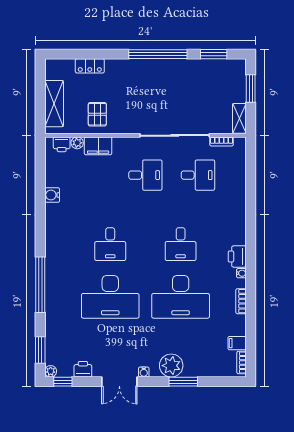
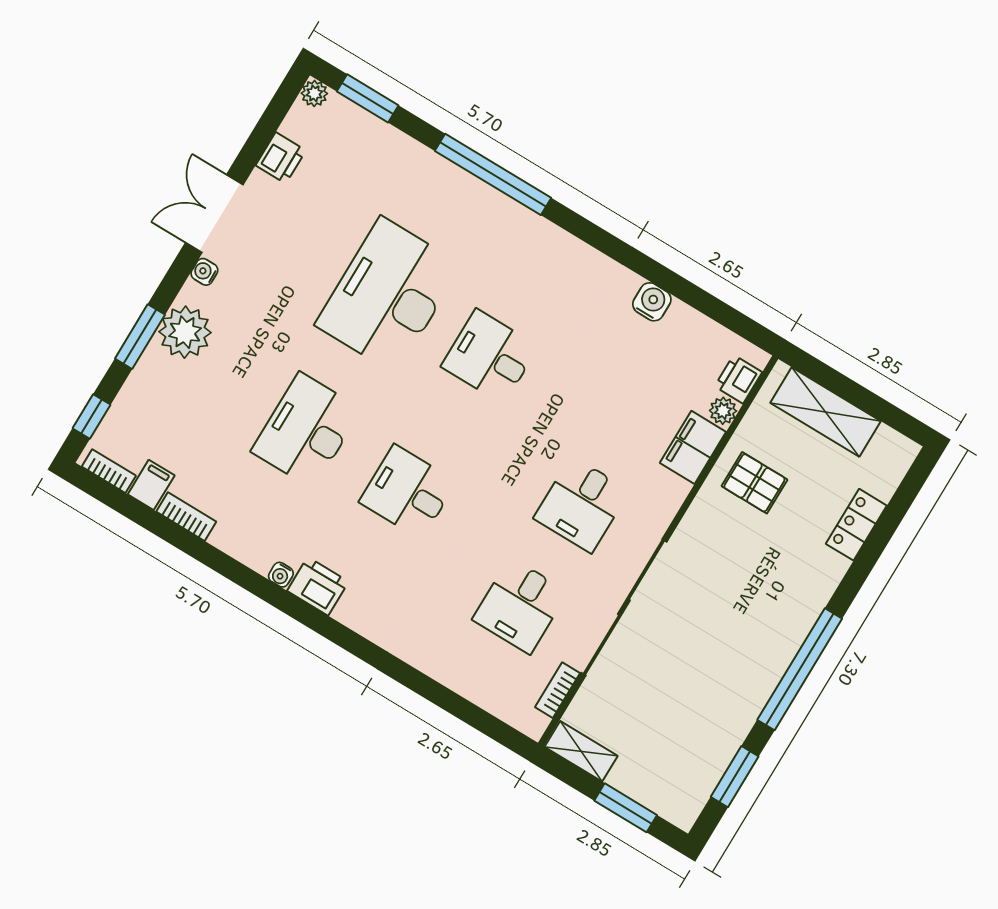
desk: (181, 297) -> (306, 430), width x0.73, depth x0.77
bookcase: (241, 301) -> (186, 517), moved
window: (63, 382) -> (91, 416), moved

